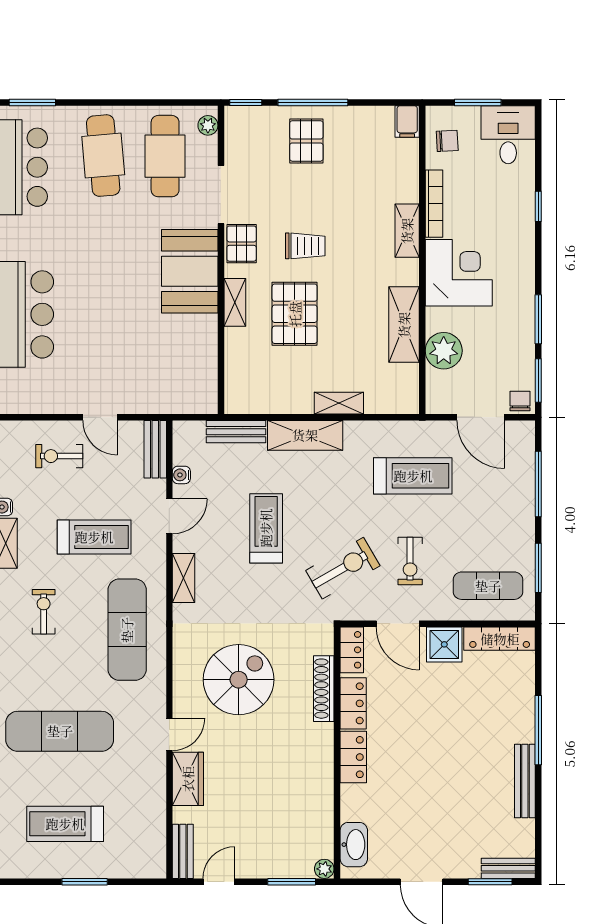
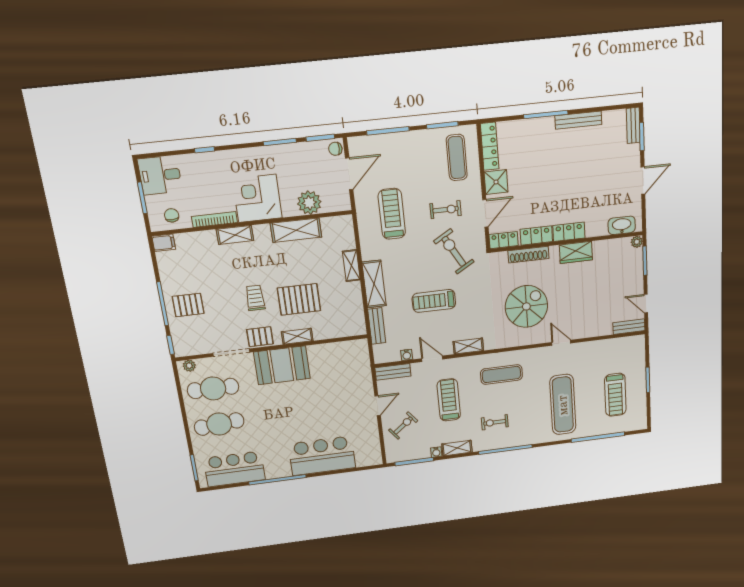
exercise bike: (59, 456) -> (403, 425), turned -128
exercise mat: (127, 630) -> (501, 374), width x0.73, depth x0.69
spiral stairs: (239, 680) -> (526, 306), turned 90
wardrobe: (188, 779) -> (576, 252), moved, turned 180

